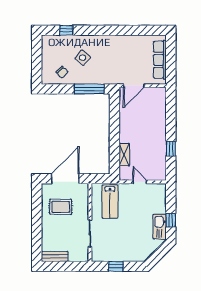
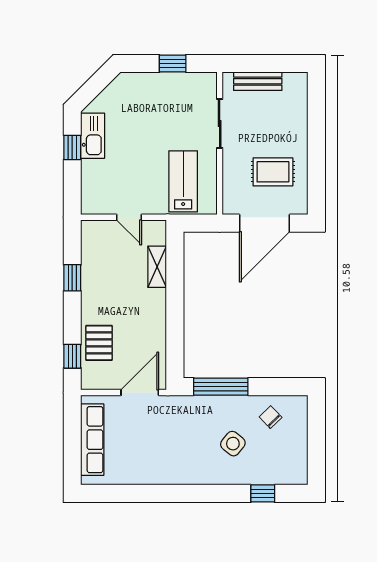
window: (171, 106) -> (72, 356), added
pallet: (156, 113) -> (99, 343), added
bench: (55, 257) -> (258, 81), moved

